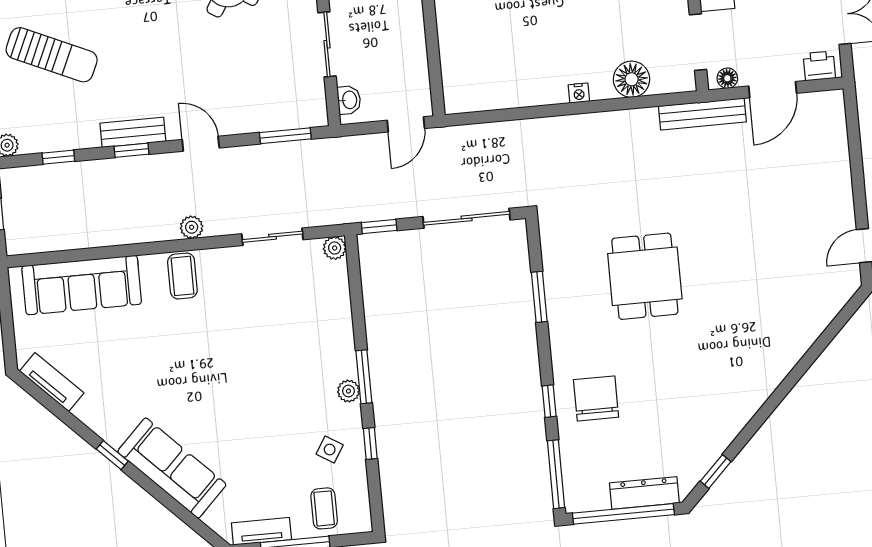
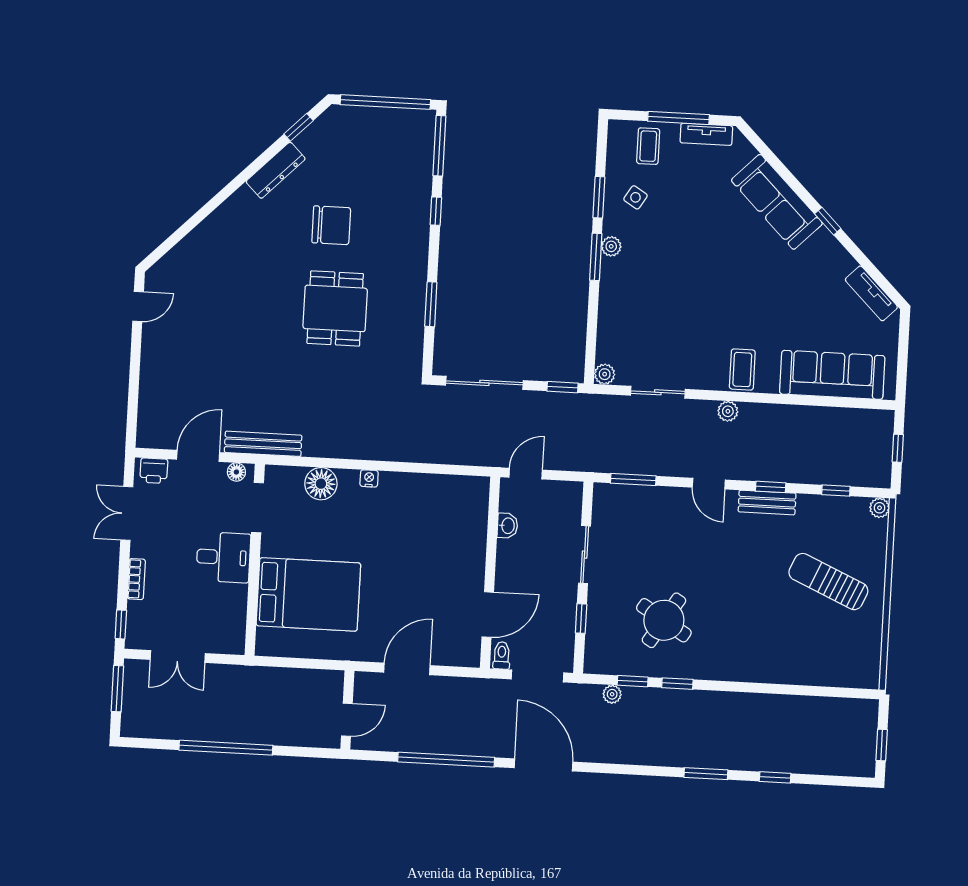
washbasin: (349, 100) -> (507, 526), moved, turned 180
chair: (596, 398) -> (331, 225), moved, turned -90
window: (370, 444) -> (599, 197), width x1.50
dresser: (644, 493) -> (276, 170), moved, turned -45

